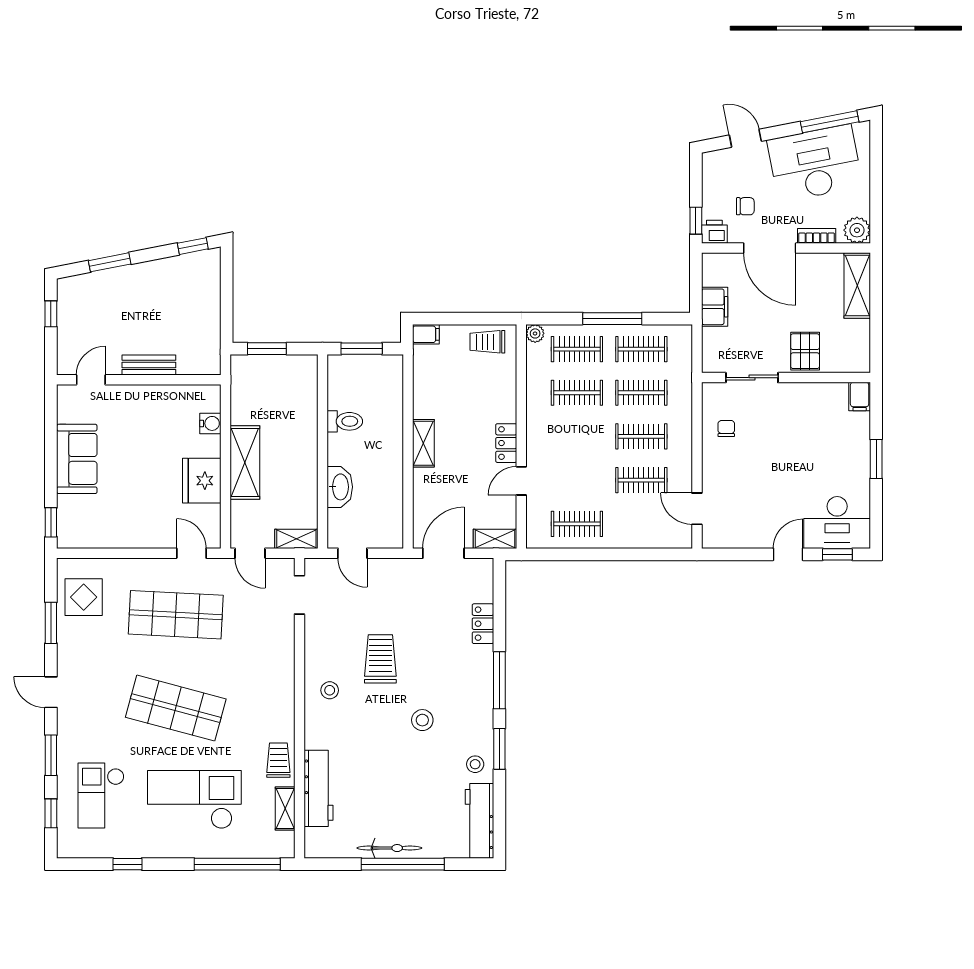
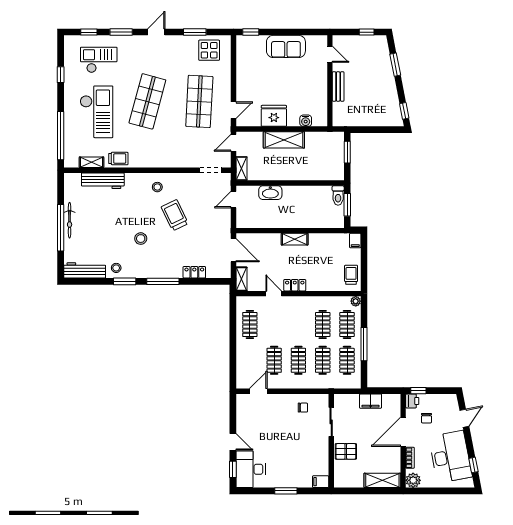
window: (830, 122) -> (473, 465), width x0.46
toilet: (345, 421) -> (338, 195), moved
trolley: (380, 659) -> (175, 215), turned -116

